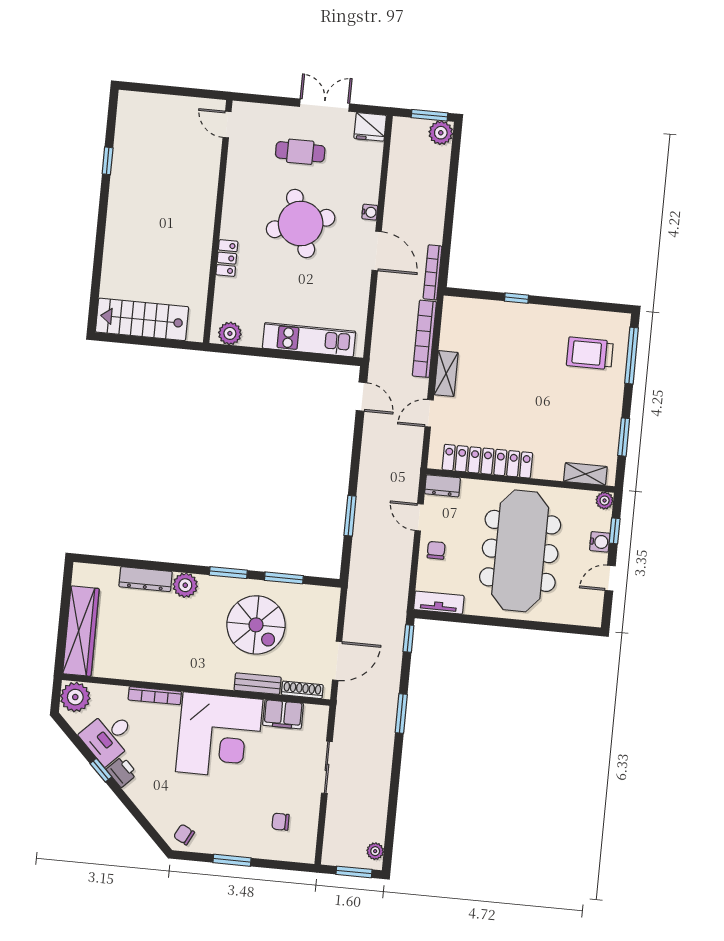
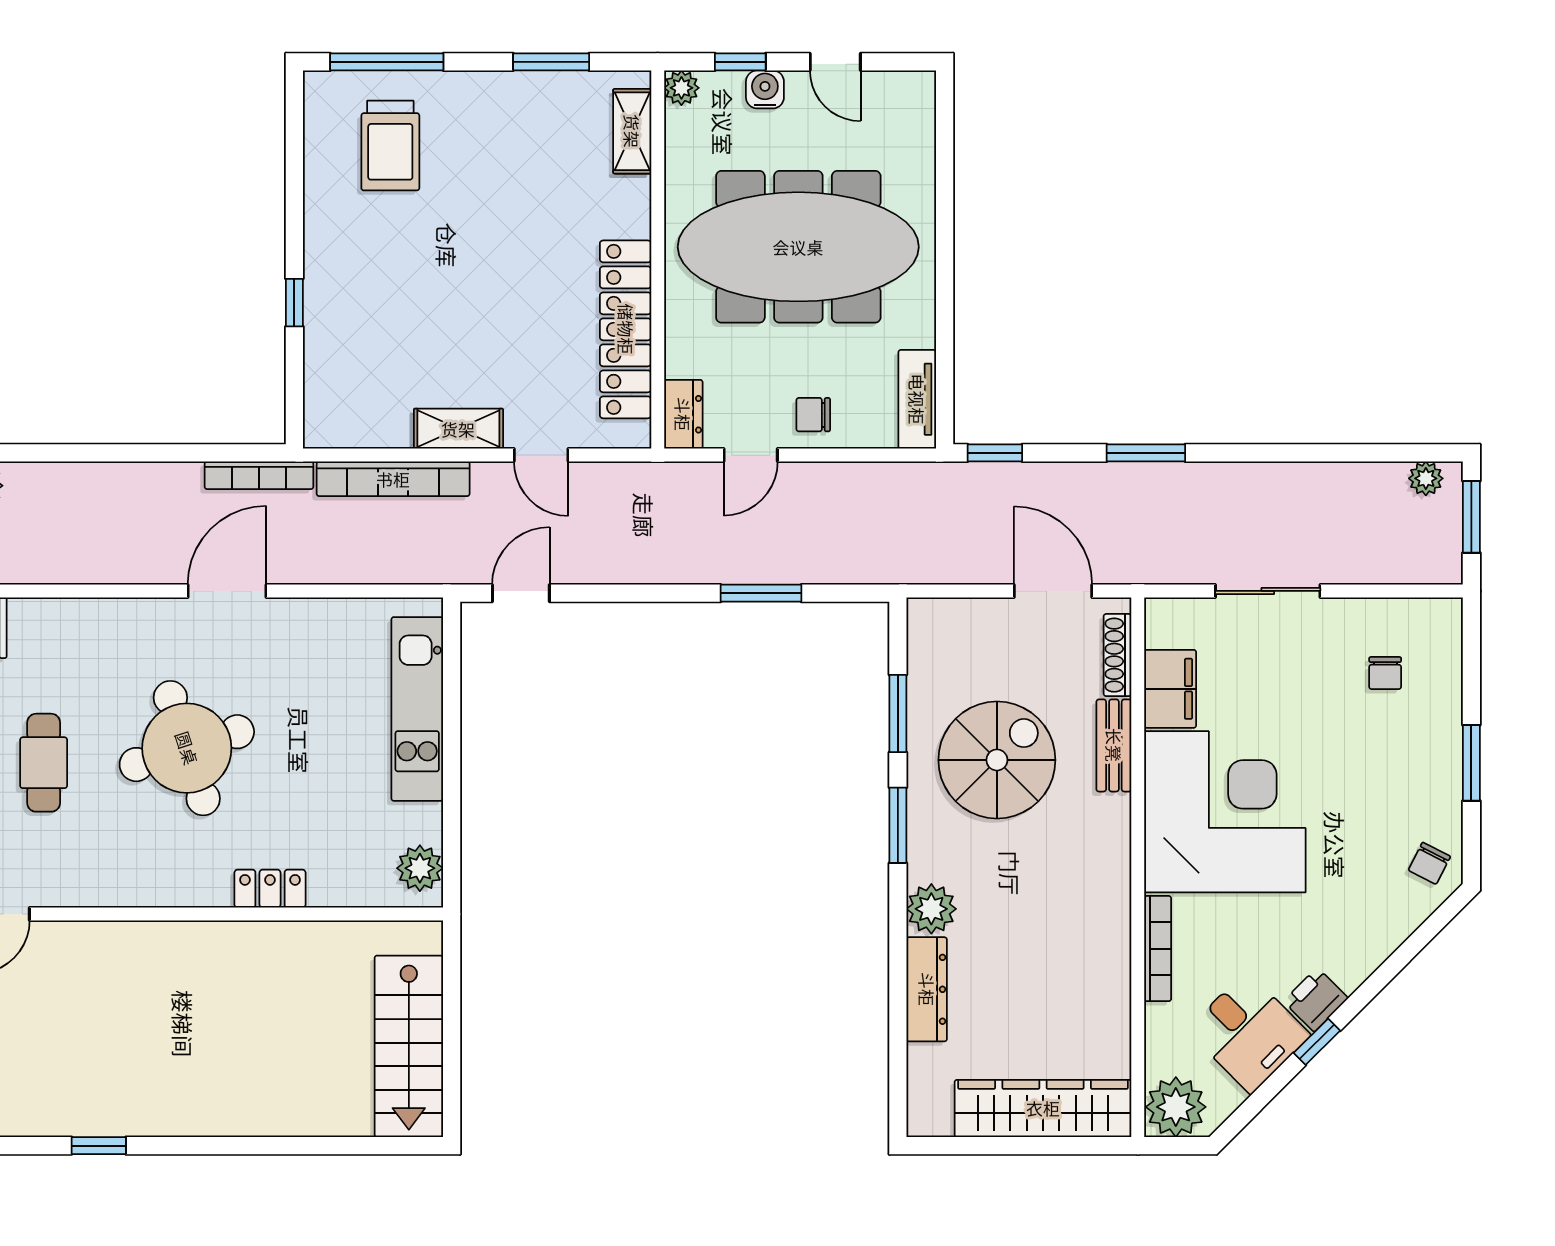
water cooler: (370, 212) -> (151, 612), removed

